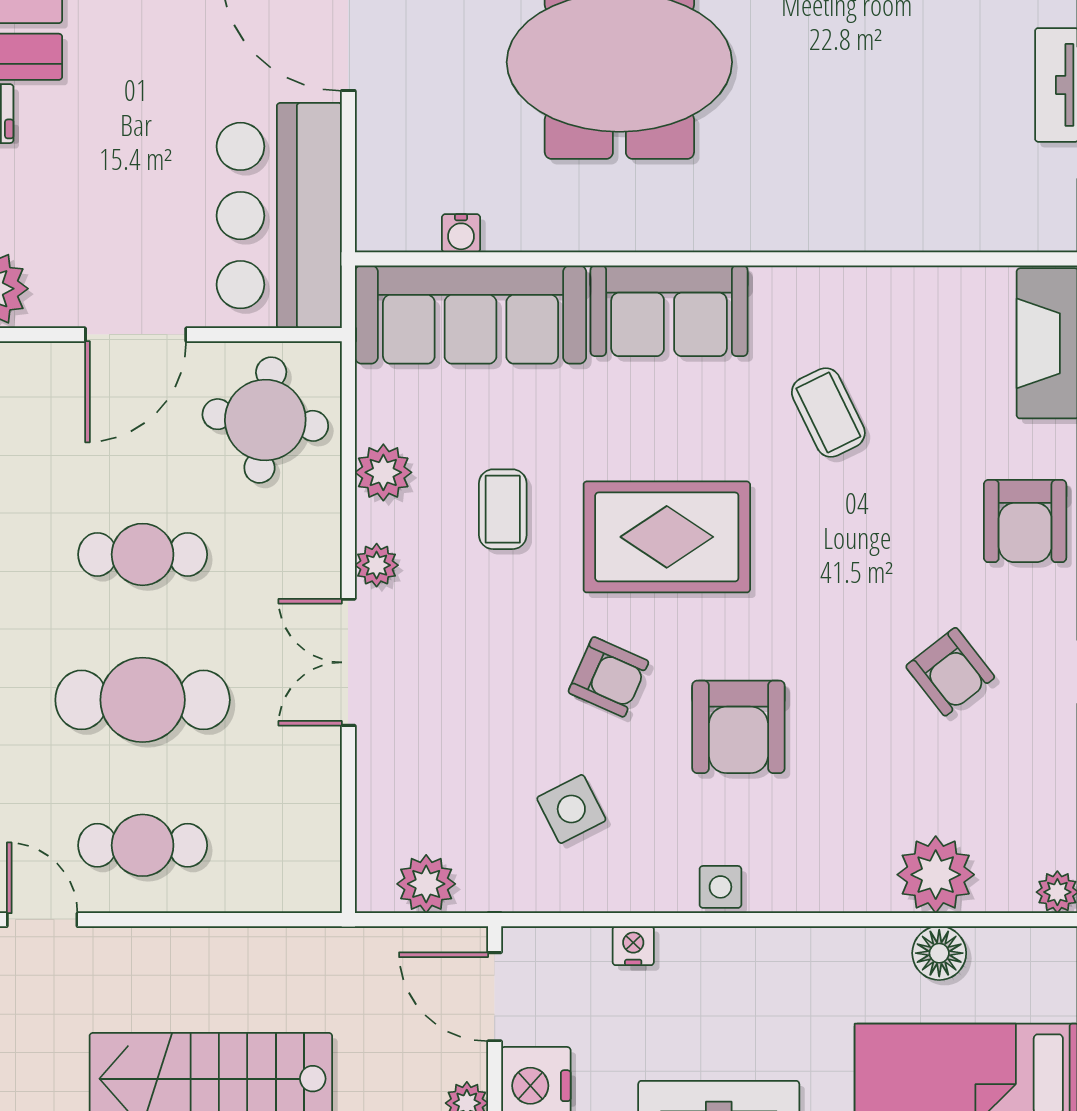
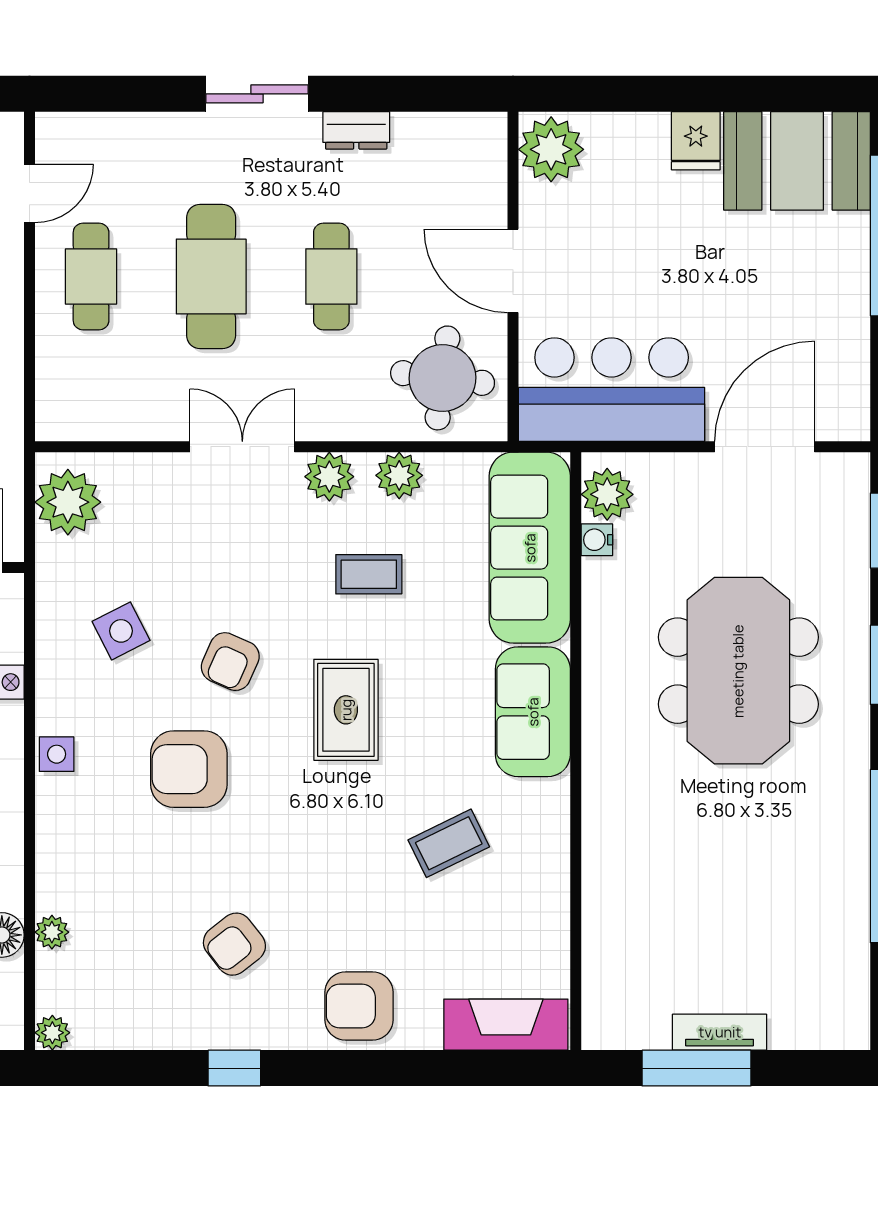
plant: (406, 221) -> (607, 494), added
rug: (667, 537) -> (346, 710), width x0.73, depth x0.70
plant: (377, 565) -> (329, 477), width x1.38, depth x1.38
plant: (936, 875) -> (52, 932), width x0.53, depth x0.53
plant: (426, 884) -> (68, 502), width x1.36, depth x1.36

